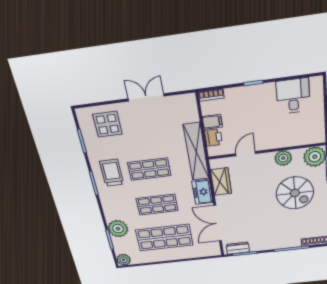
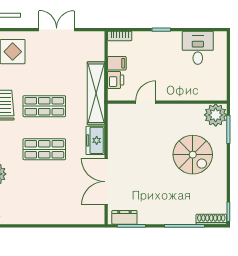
plant: (283, 158) -> (184, 112), removed
wardrobe: (221, 182) -> (117, 131), removed
shop shelf: (164, 238) -> (44, 192), removed

